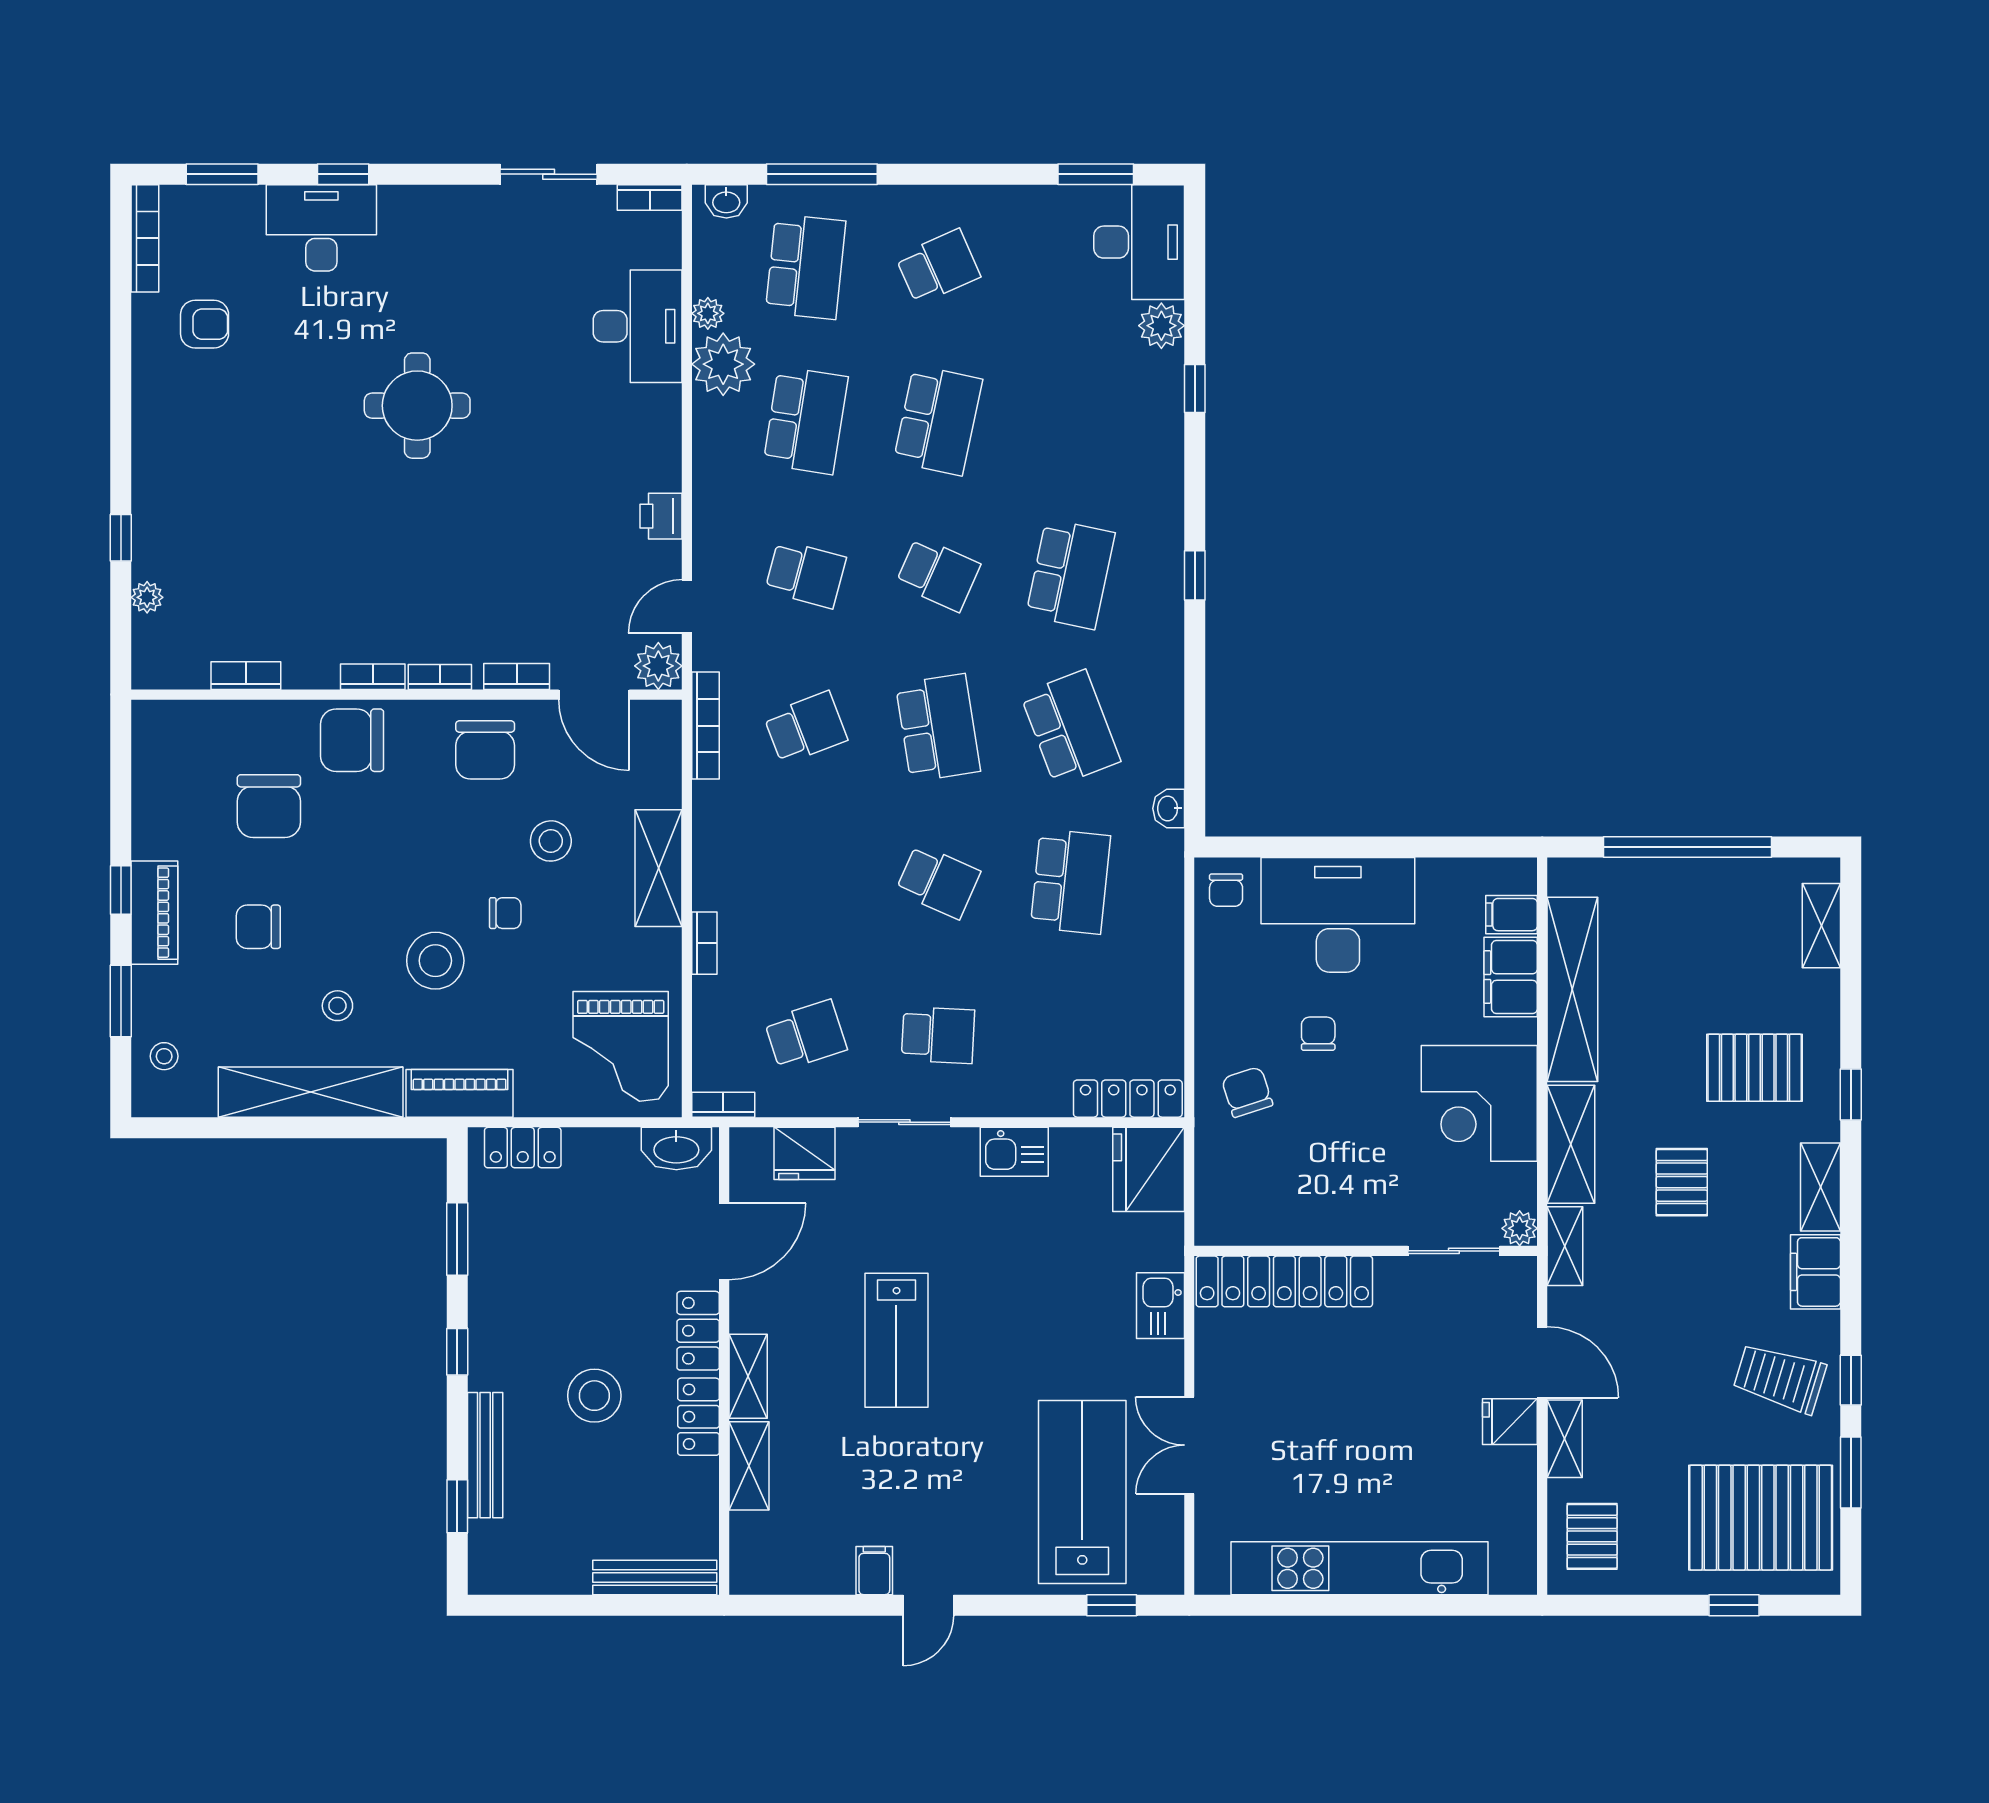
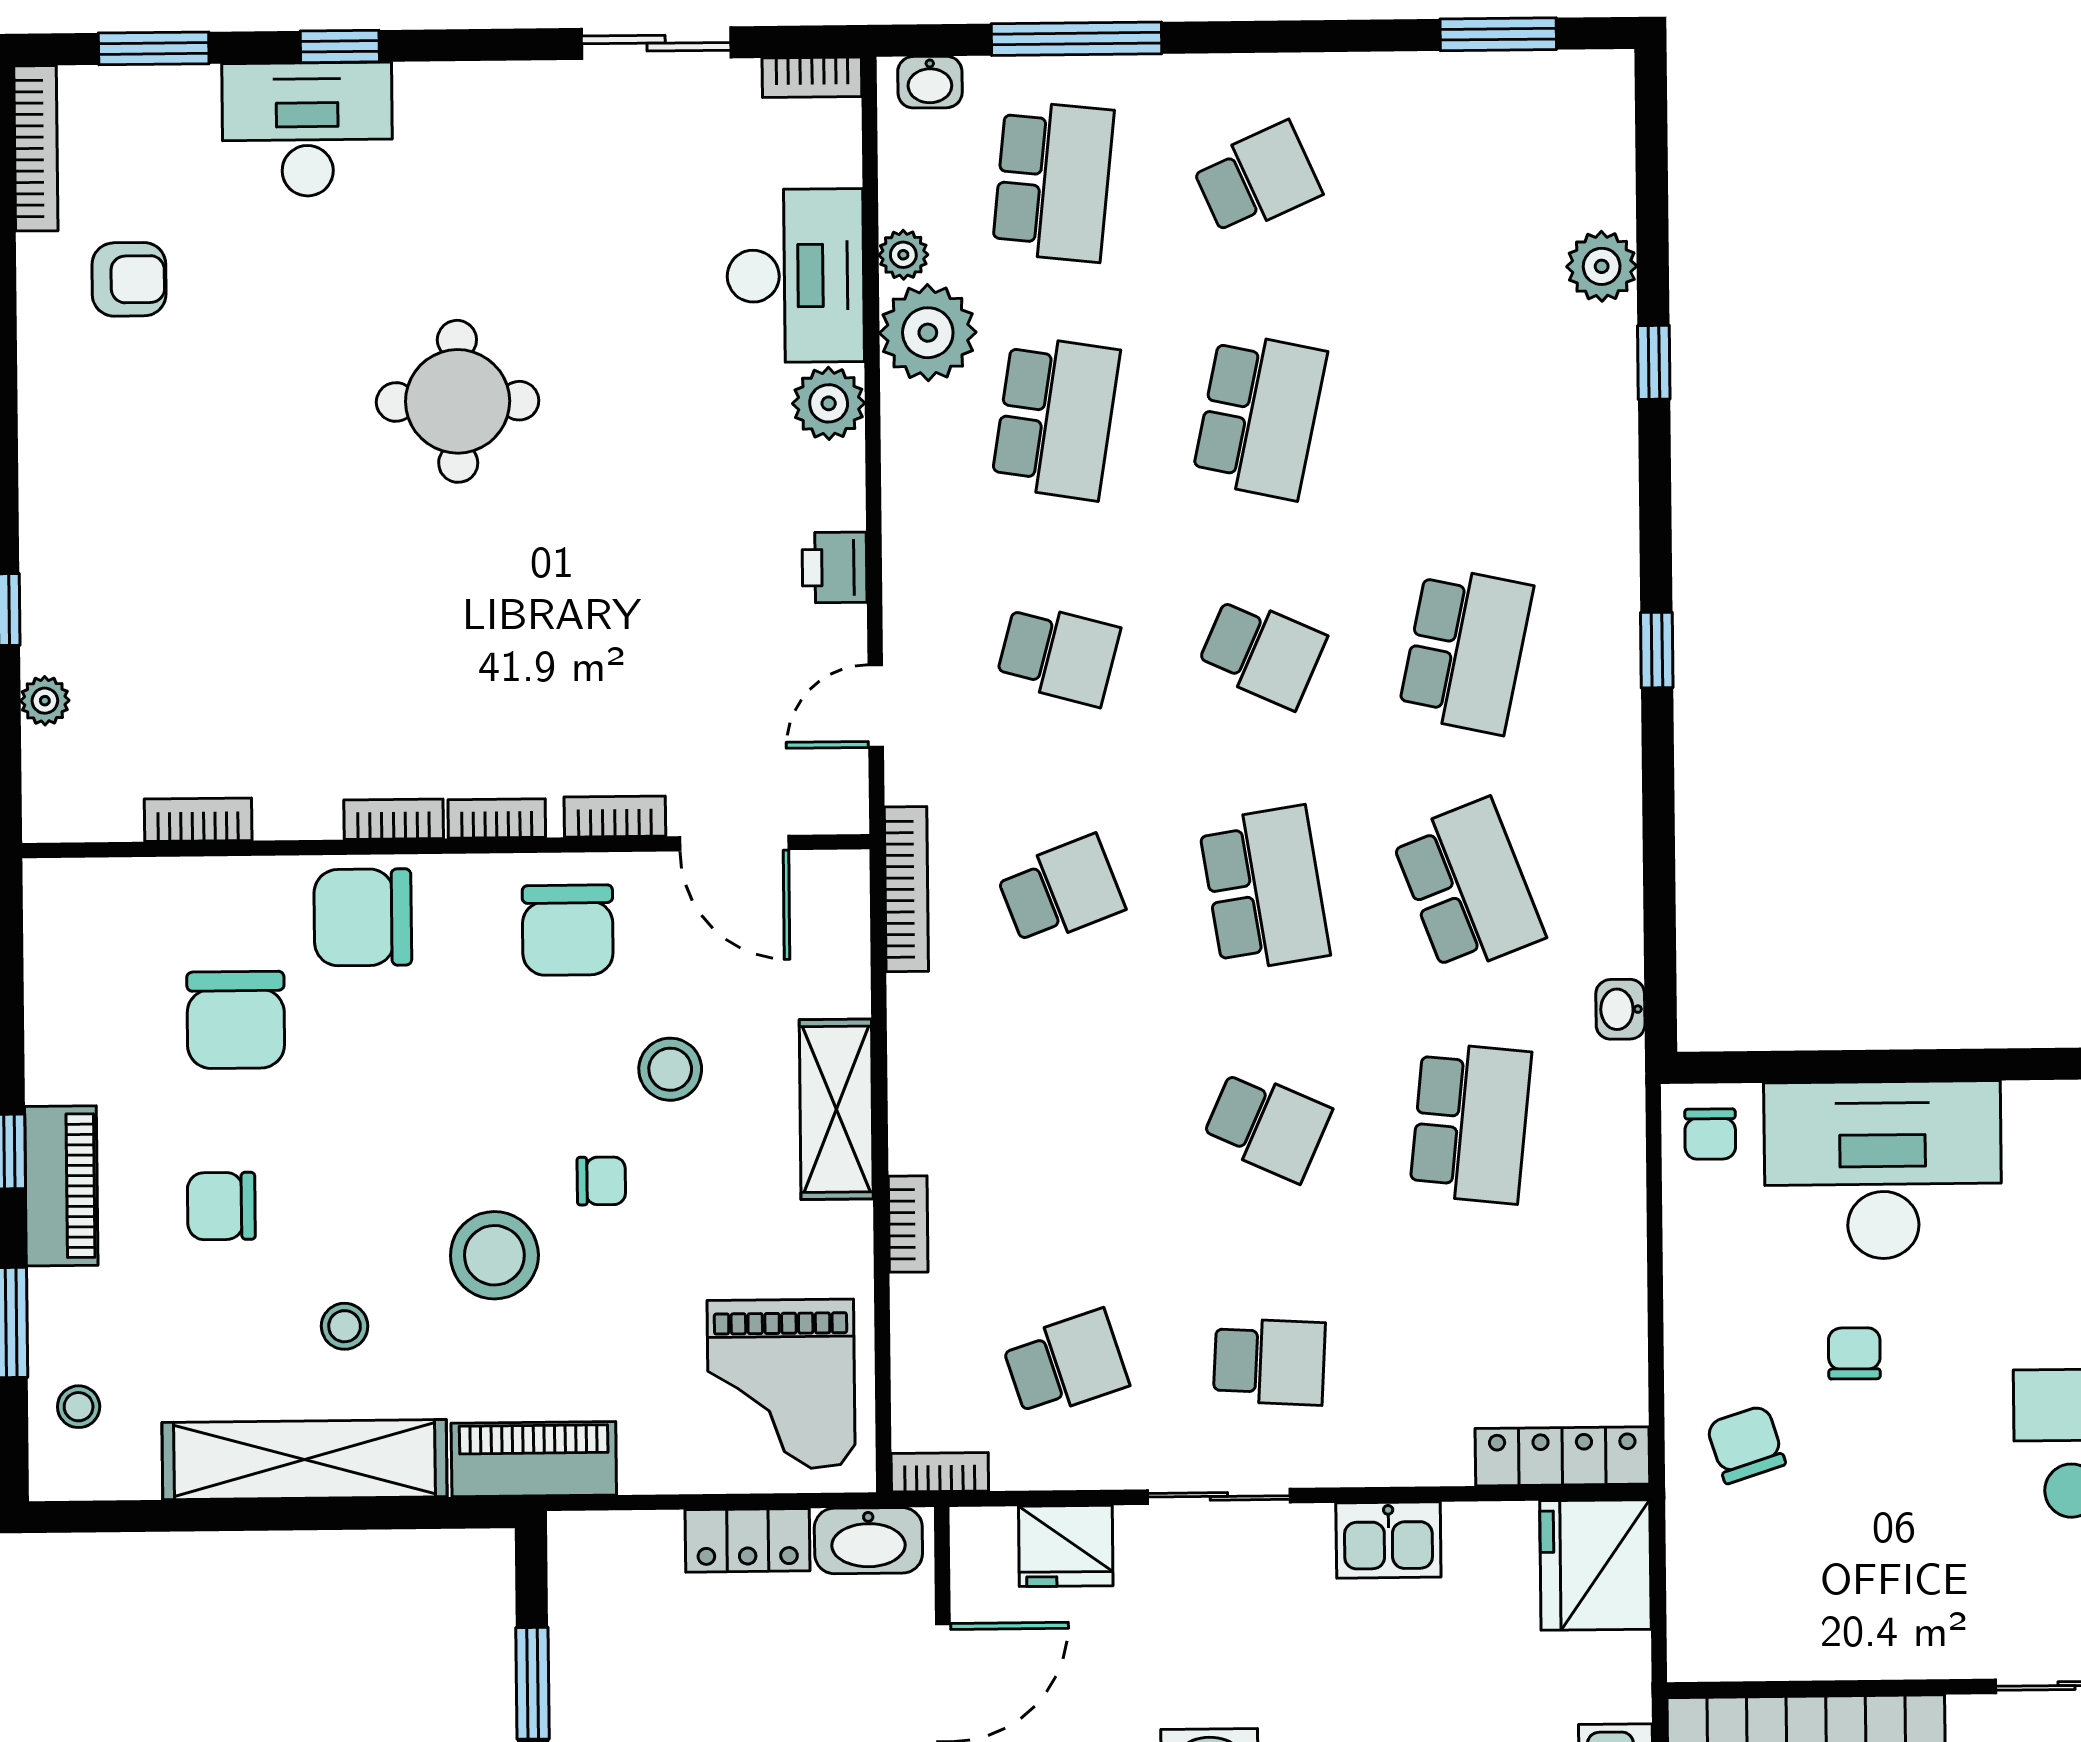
desk: (1139, 242) -> (1566, 138), removed
plant: (658, 666) -> (829, 403), moved
locker: (523, 1148) -> (748, 1540), moved

